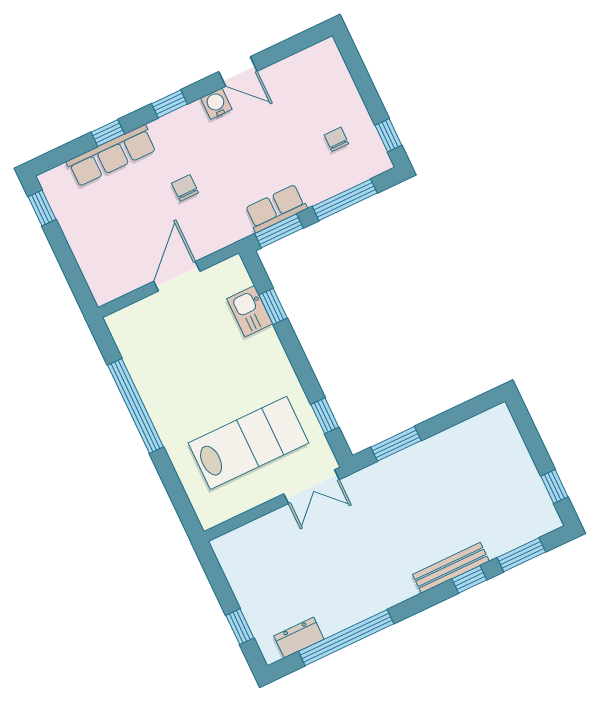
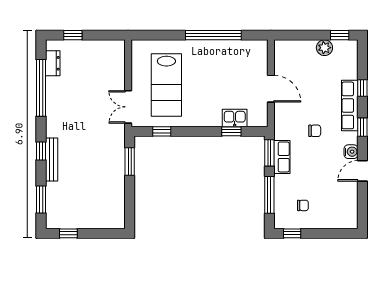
row of seats: (112, 156) -> (350, 105), moved
chair: (185, 188) -> (315, 131), moved
plant: (73, 222) -> (324, 48), added
window: (469, 579) -> (41, 151), moved

